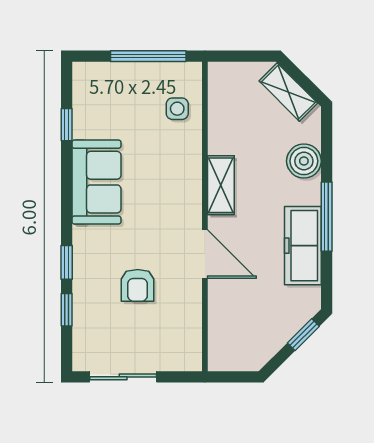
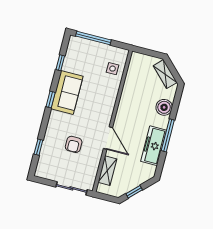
window: (148, 56) -> (93, 38), moved
shelving: (221, 185) -> (107, 171), moved
window: (67, 262) -> (51, 100), moved
window: (303, 335) -> (134, 192), moved
sliding door: (123, 377) -> (71, 188), moved

